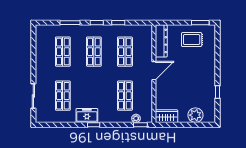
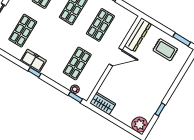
plant: (195, 115) -> (140, 125), moved

